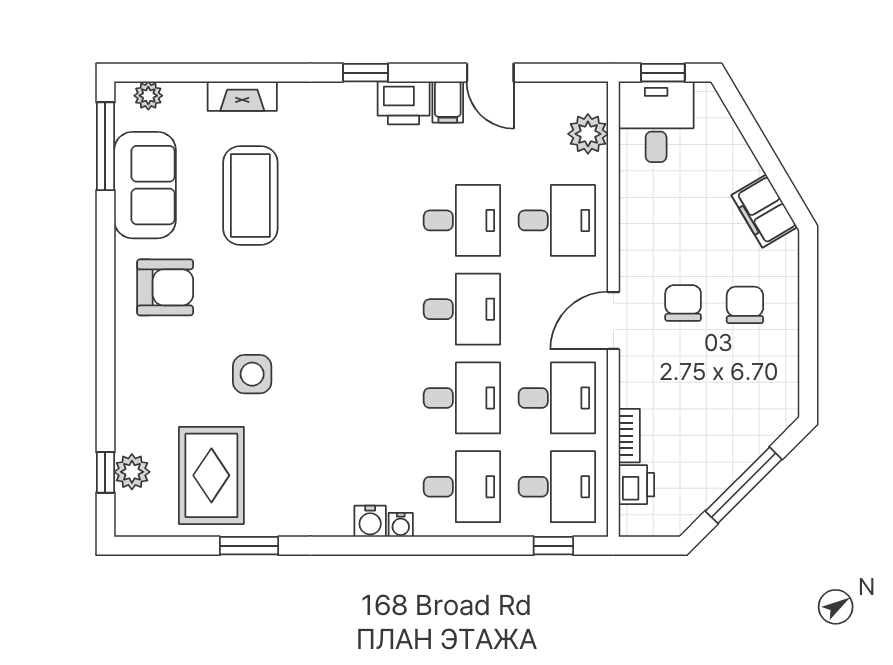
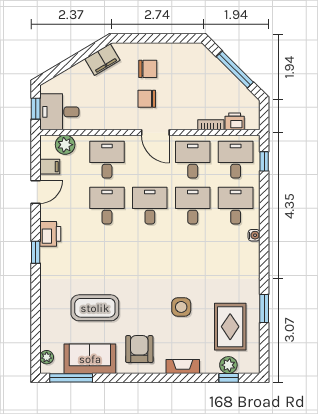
fireplace: (242, 96) -> (183, 367), moved, turned -90
filing cabinet: (448, 102) -> (50, 167), moved
chair: (745, 305) -> (148, 69), turned 180
rug: (211, 475) -> (230, 327), turned 90
water cooler: (370, 521) -> (252, 250), removed

